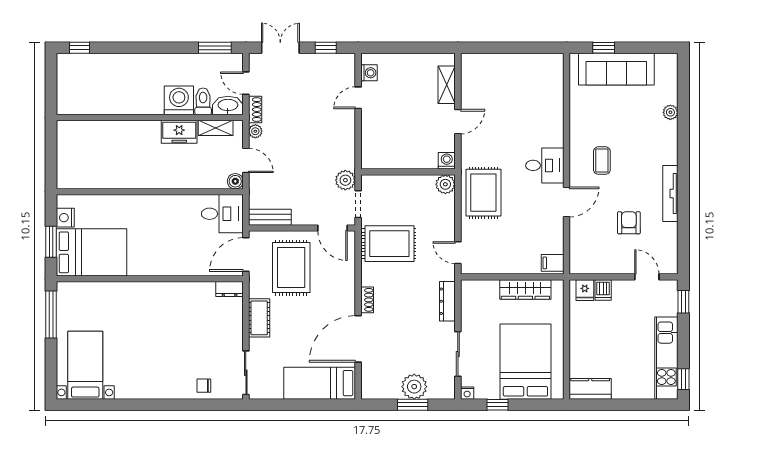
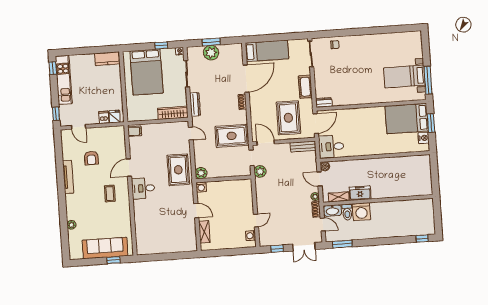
door: (458, 122) -> (196, 211), swing flipped
wardrobe: (525, 289) -> (173, 113), moved
bed with nightstands: (85, 365) -> (404, 76), moved, turned 90

